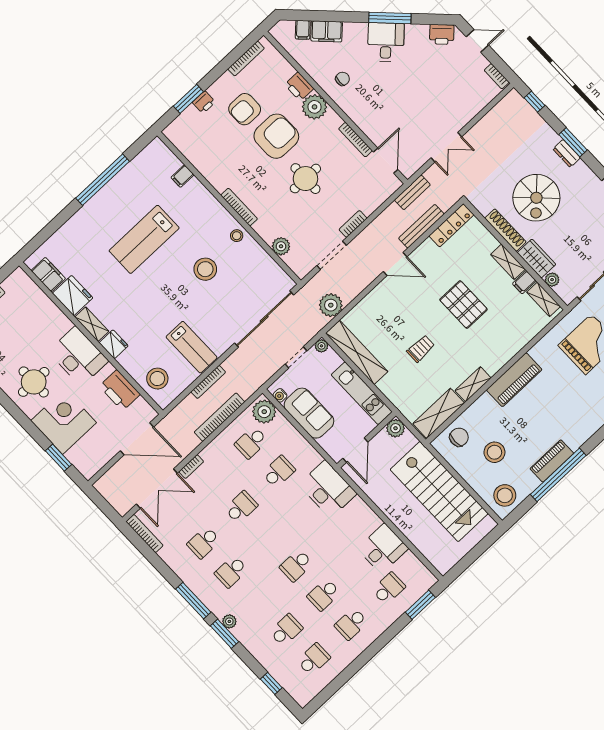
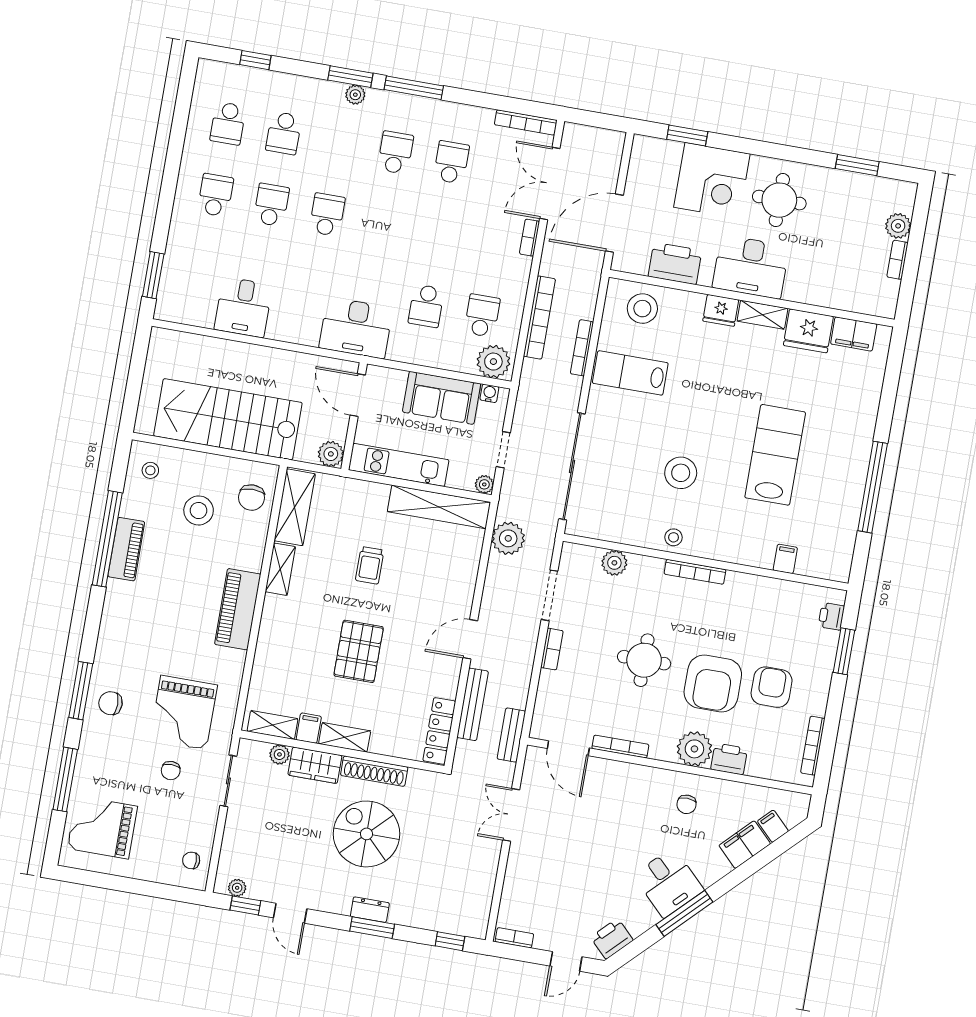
printer: (204, 102) -> (831, 616), moved
pallet: (463, 305) -> (359, 651), turned 90
stool: (505, 495) -> (150, 470), width x0.53, depth x0.53
school desk: (241, 507) -> (439, 234), removed
school desk: (389, 588) -> (203, 267), removed

